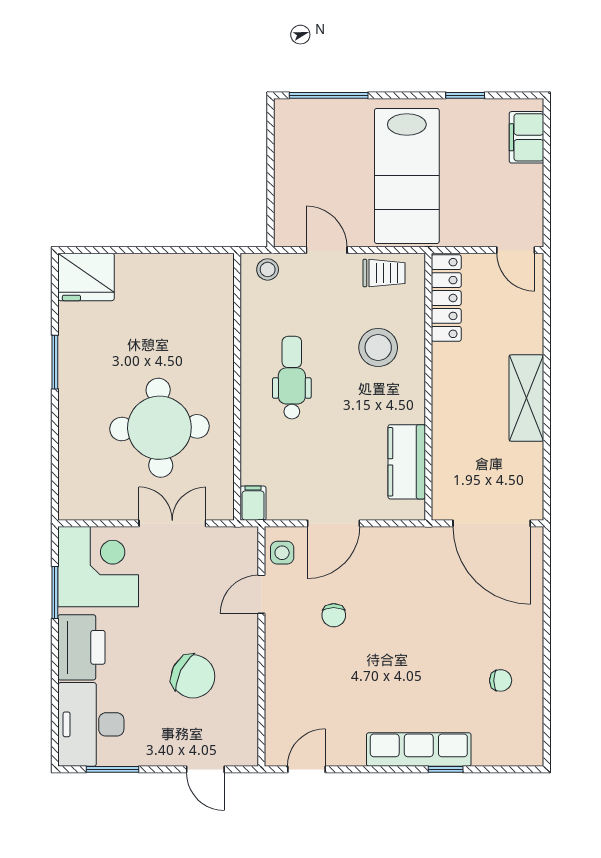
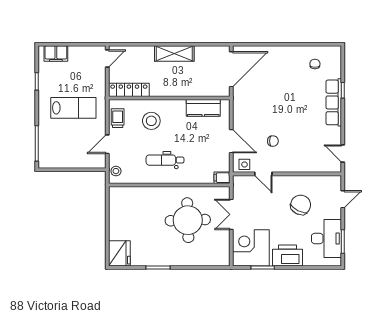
lab bench: (407, 176) -> (73, 108), width x0.73, depth x0.72
chair: (501, 680) -> (315, 64), moved
desk: (91, 724) -> (327, 238), moved, turned -90

